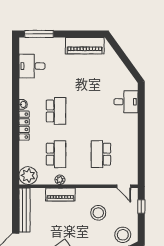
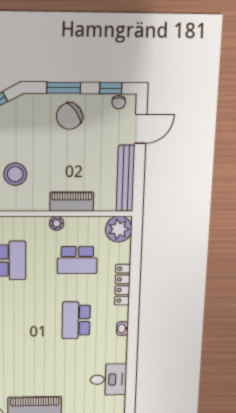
locker: (24, 126) -> (123, 285), moved
school desk: (56, 154) -> (77, 260), turned -90
plant: (60, 180) -> (57, 223), moved

